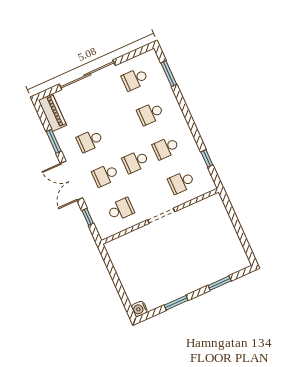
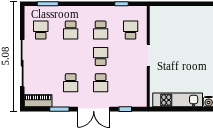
school desk: (135, 79) -> (41, 30), turned 180
school desk: (136, 161) -> (101, 56), turned 180
school desk: (181, 182) -> (131, 30), turned 180
school desk: (121, 209) -> (131, 83), removed
kitchen unit: (125, 272) -> (178, 100), added

